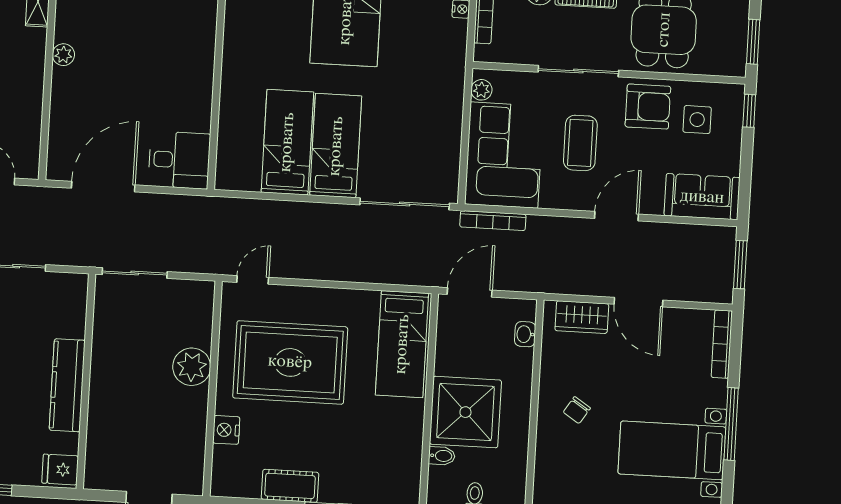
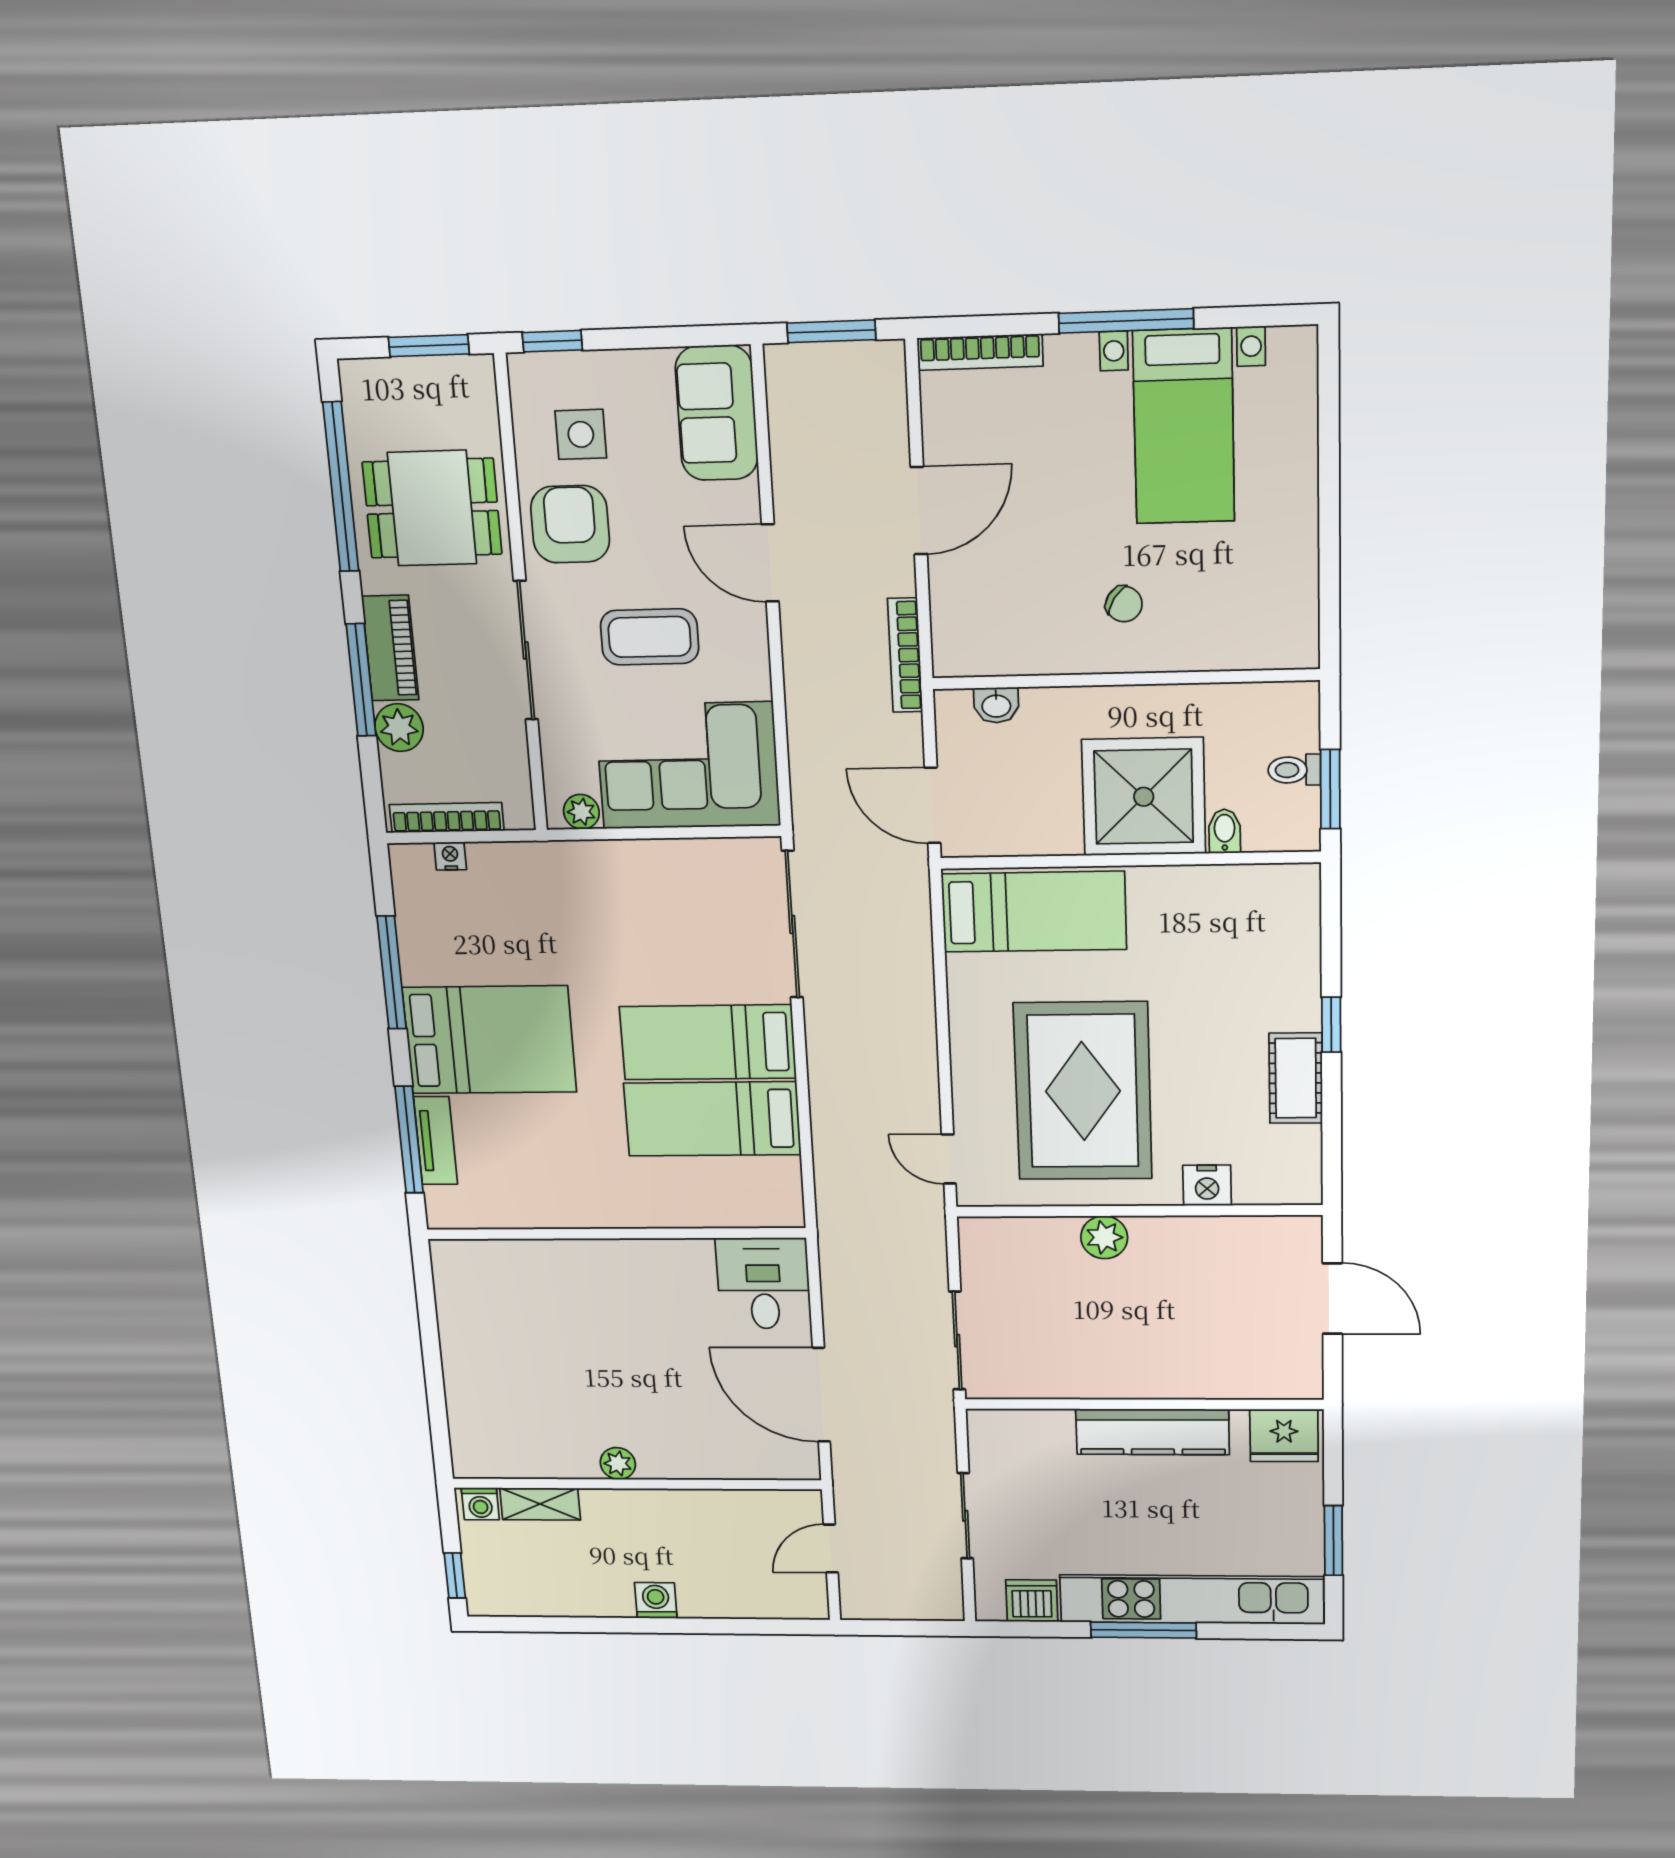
bookcase: (493, 221) -> (905, 655), moved, turned 180
wardrobe: (582, 317) -> (956, 609), removed
plant: (192, 367) -> (1104, 1237), width x0.73, depth x0.73
fridge: (60, 470) -> (1284, 1435), width x1.38

